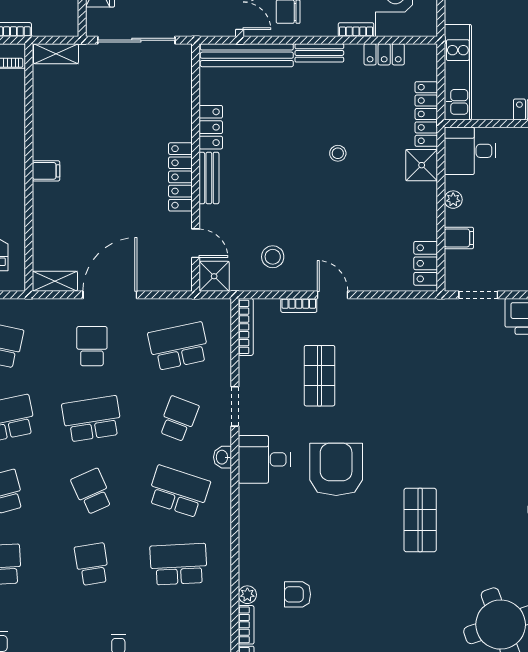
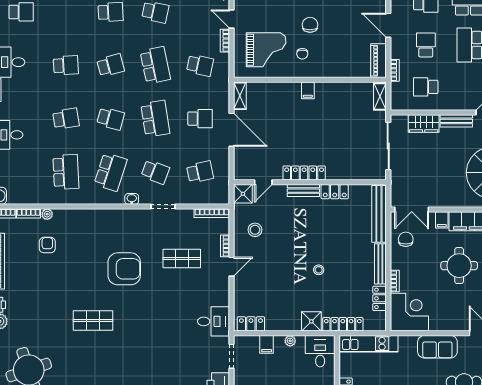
bench: (319, 53) -> (380, 264), width x1.36
school desk: (179, 346) -> (200, 172), width x0.54
desk: (264, 459) -> (214, 321), moved, turned 90
school desk: (92, 492) -> (111, 119), turned 39

